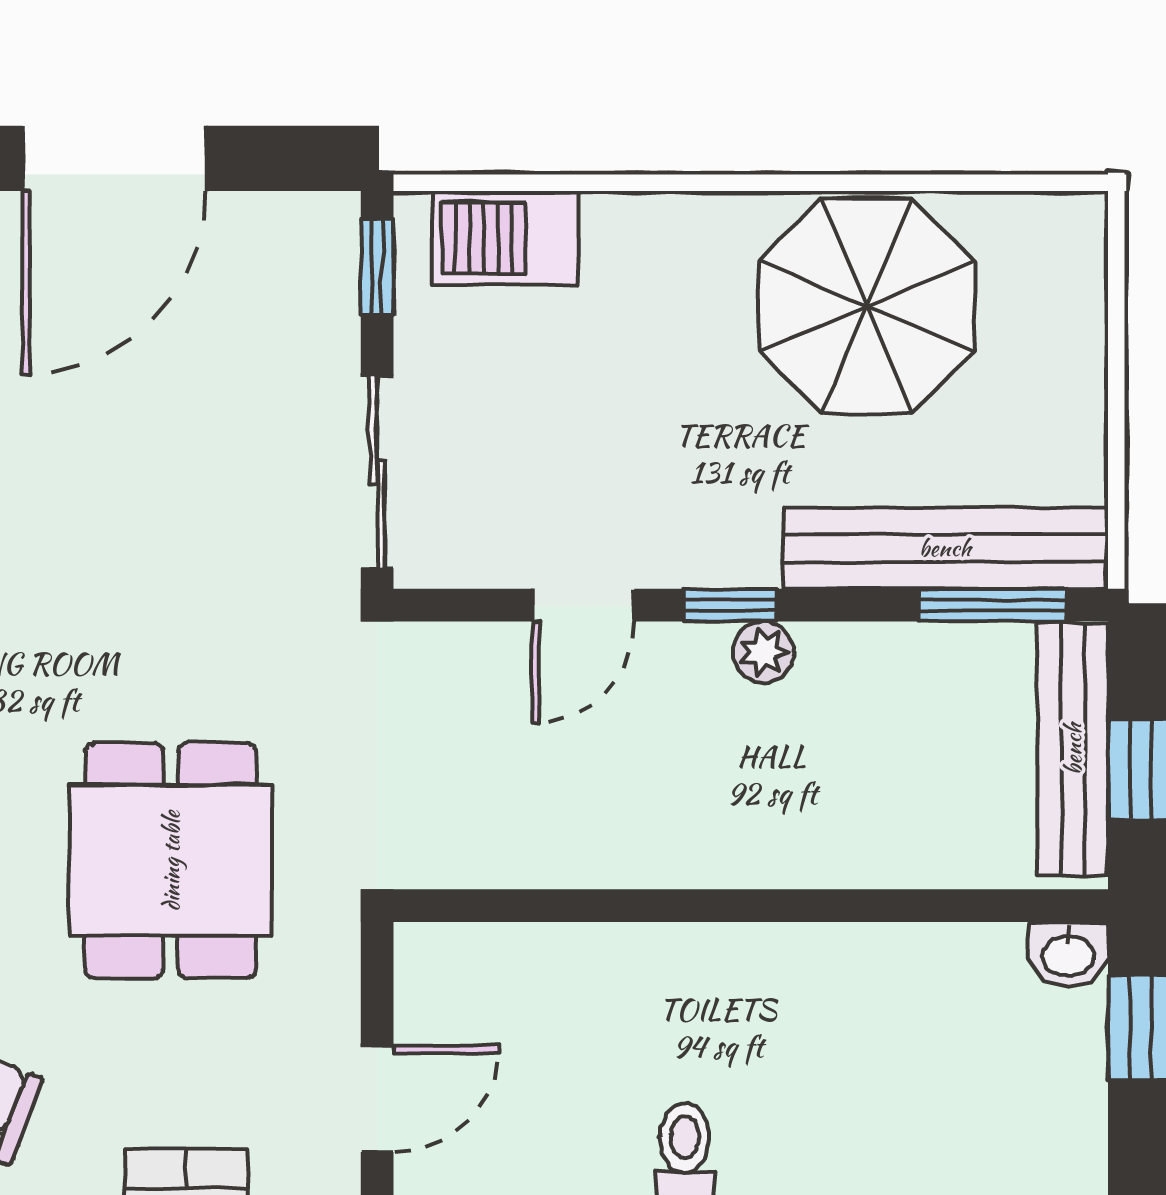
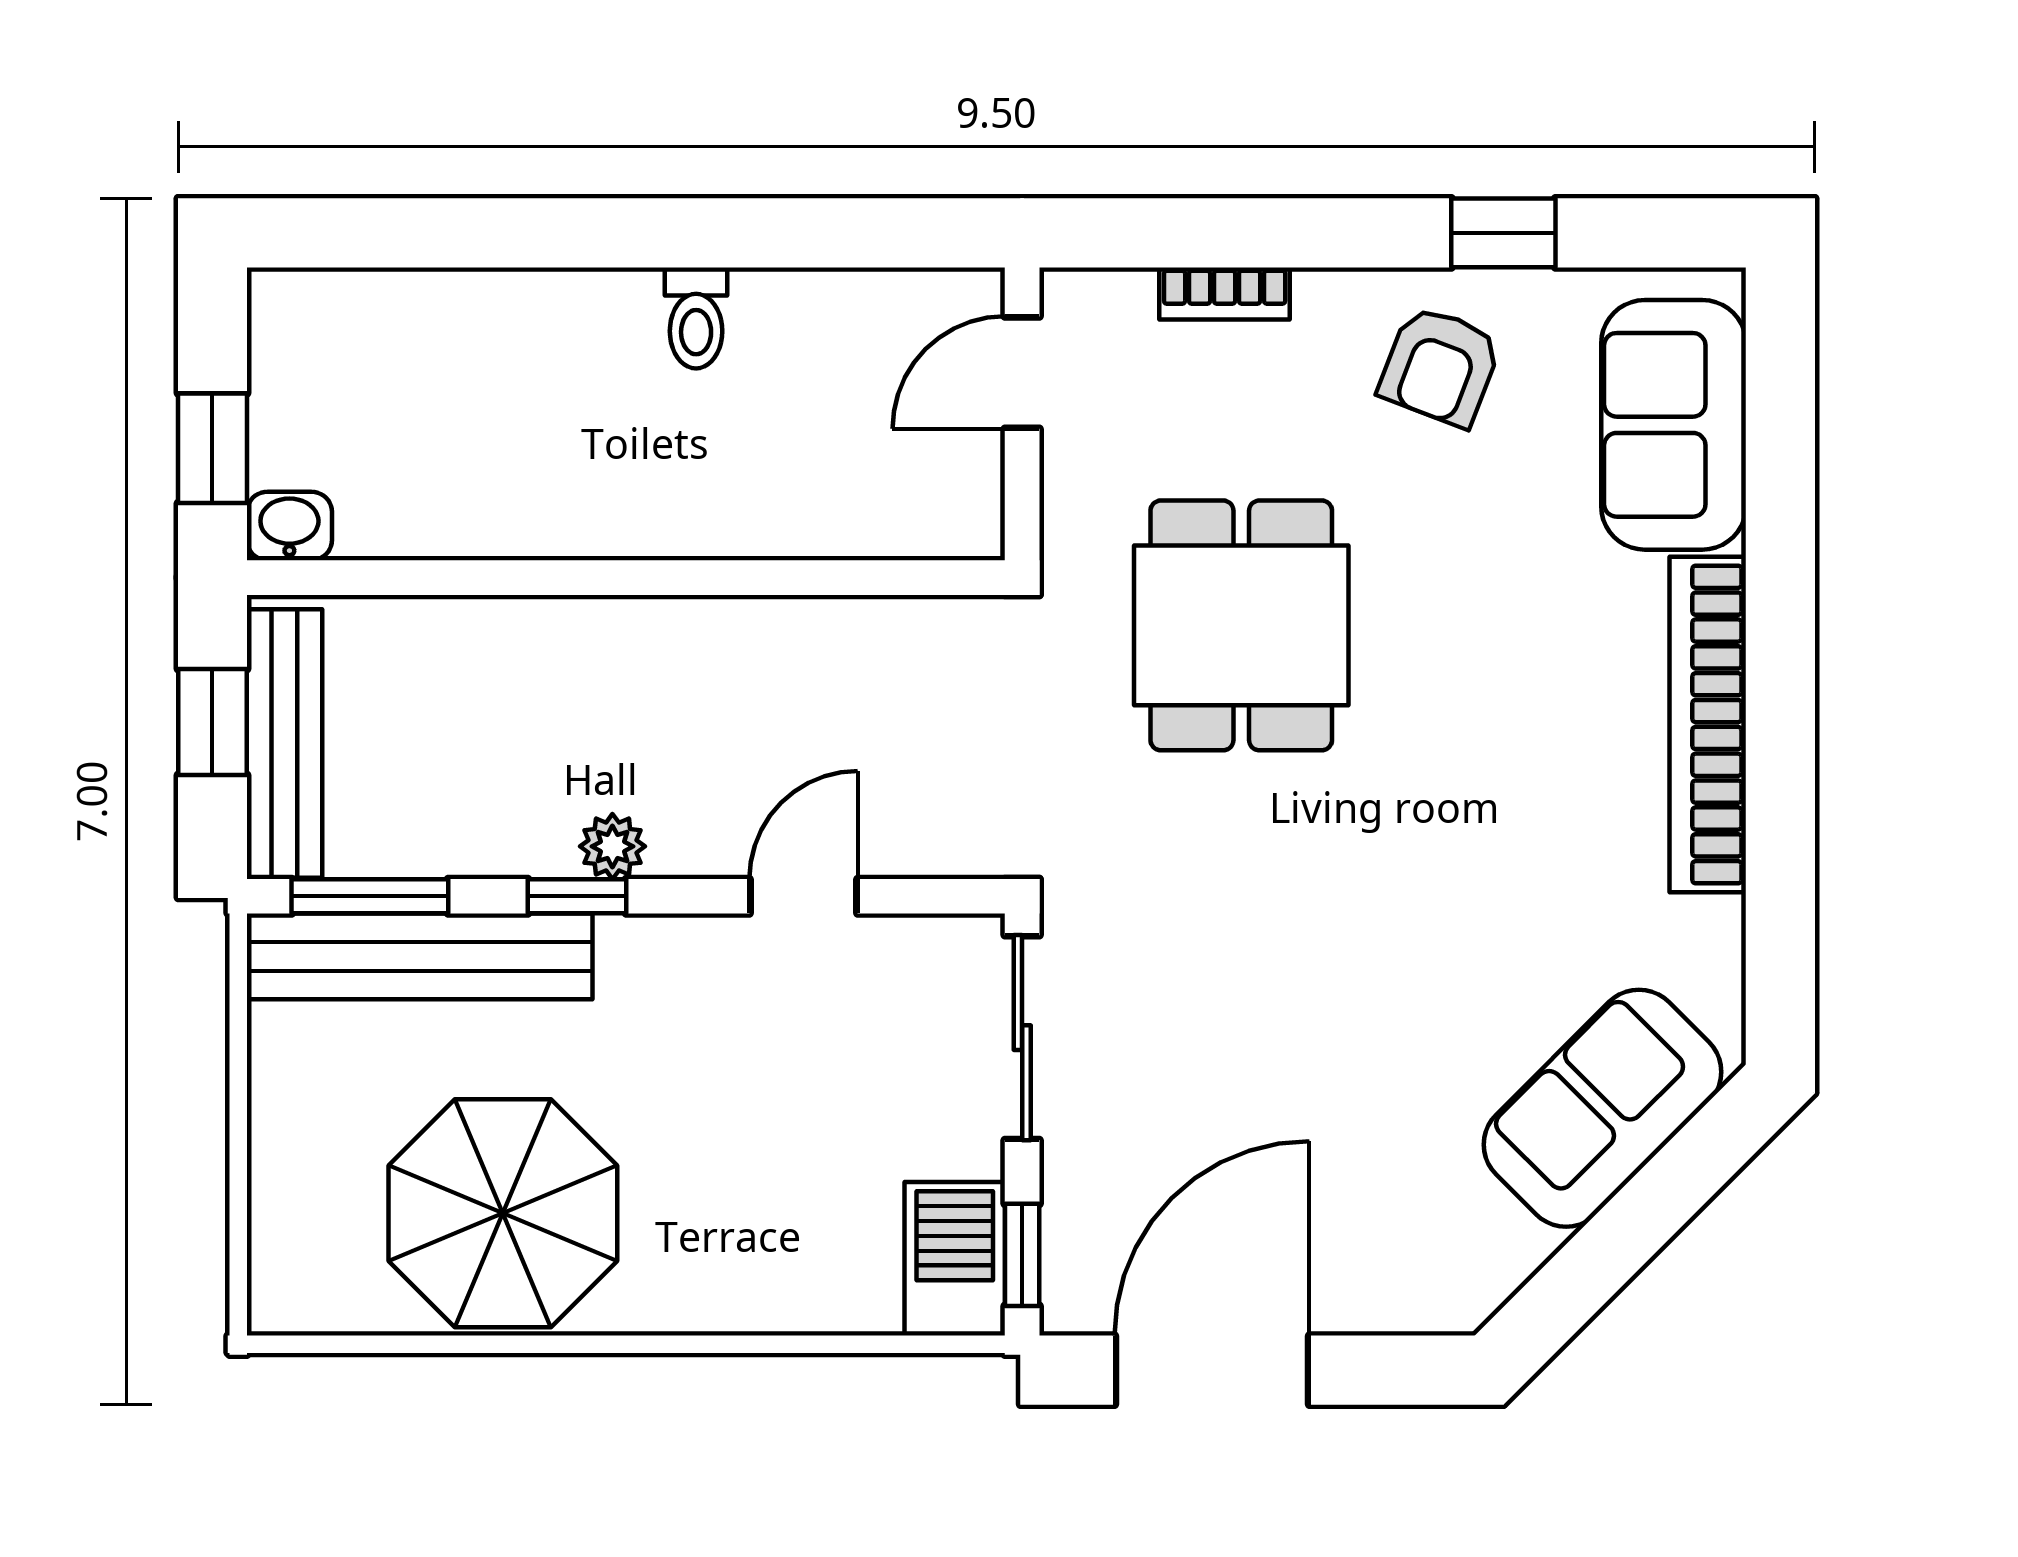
door: (114, 158) -> (1212, 1370), moved
barbecue: (505, 238) -> (955, 1259), moved, turned -90
window: (730, 605) -> (577, 896), moved

